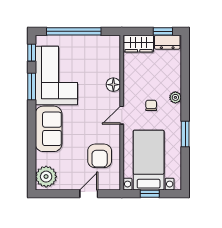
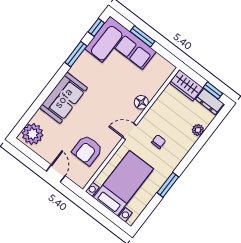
window: (74, 31) -> (143, 36), width x0.47
corner sofa: (56, 75) -> (120, 50), moved, turned 90
plant: (175, 97) -> (198, 130), moved
door: (89, 194) -> (56, 173), hinge flipped
window: (150, 194) -> (104, 210), removed

